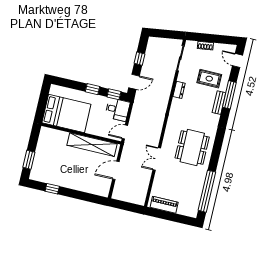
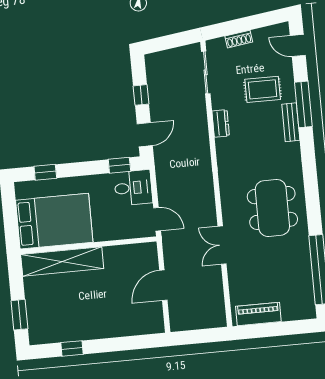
window: (92, 89) -> (45, 172), moved
door: (125, 132) -> (157, 219), swing flipped
shelving: (92, 145) -> (62, 262), moved

